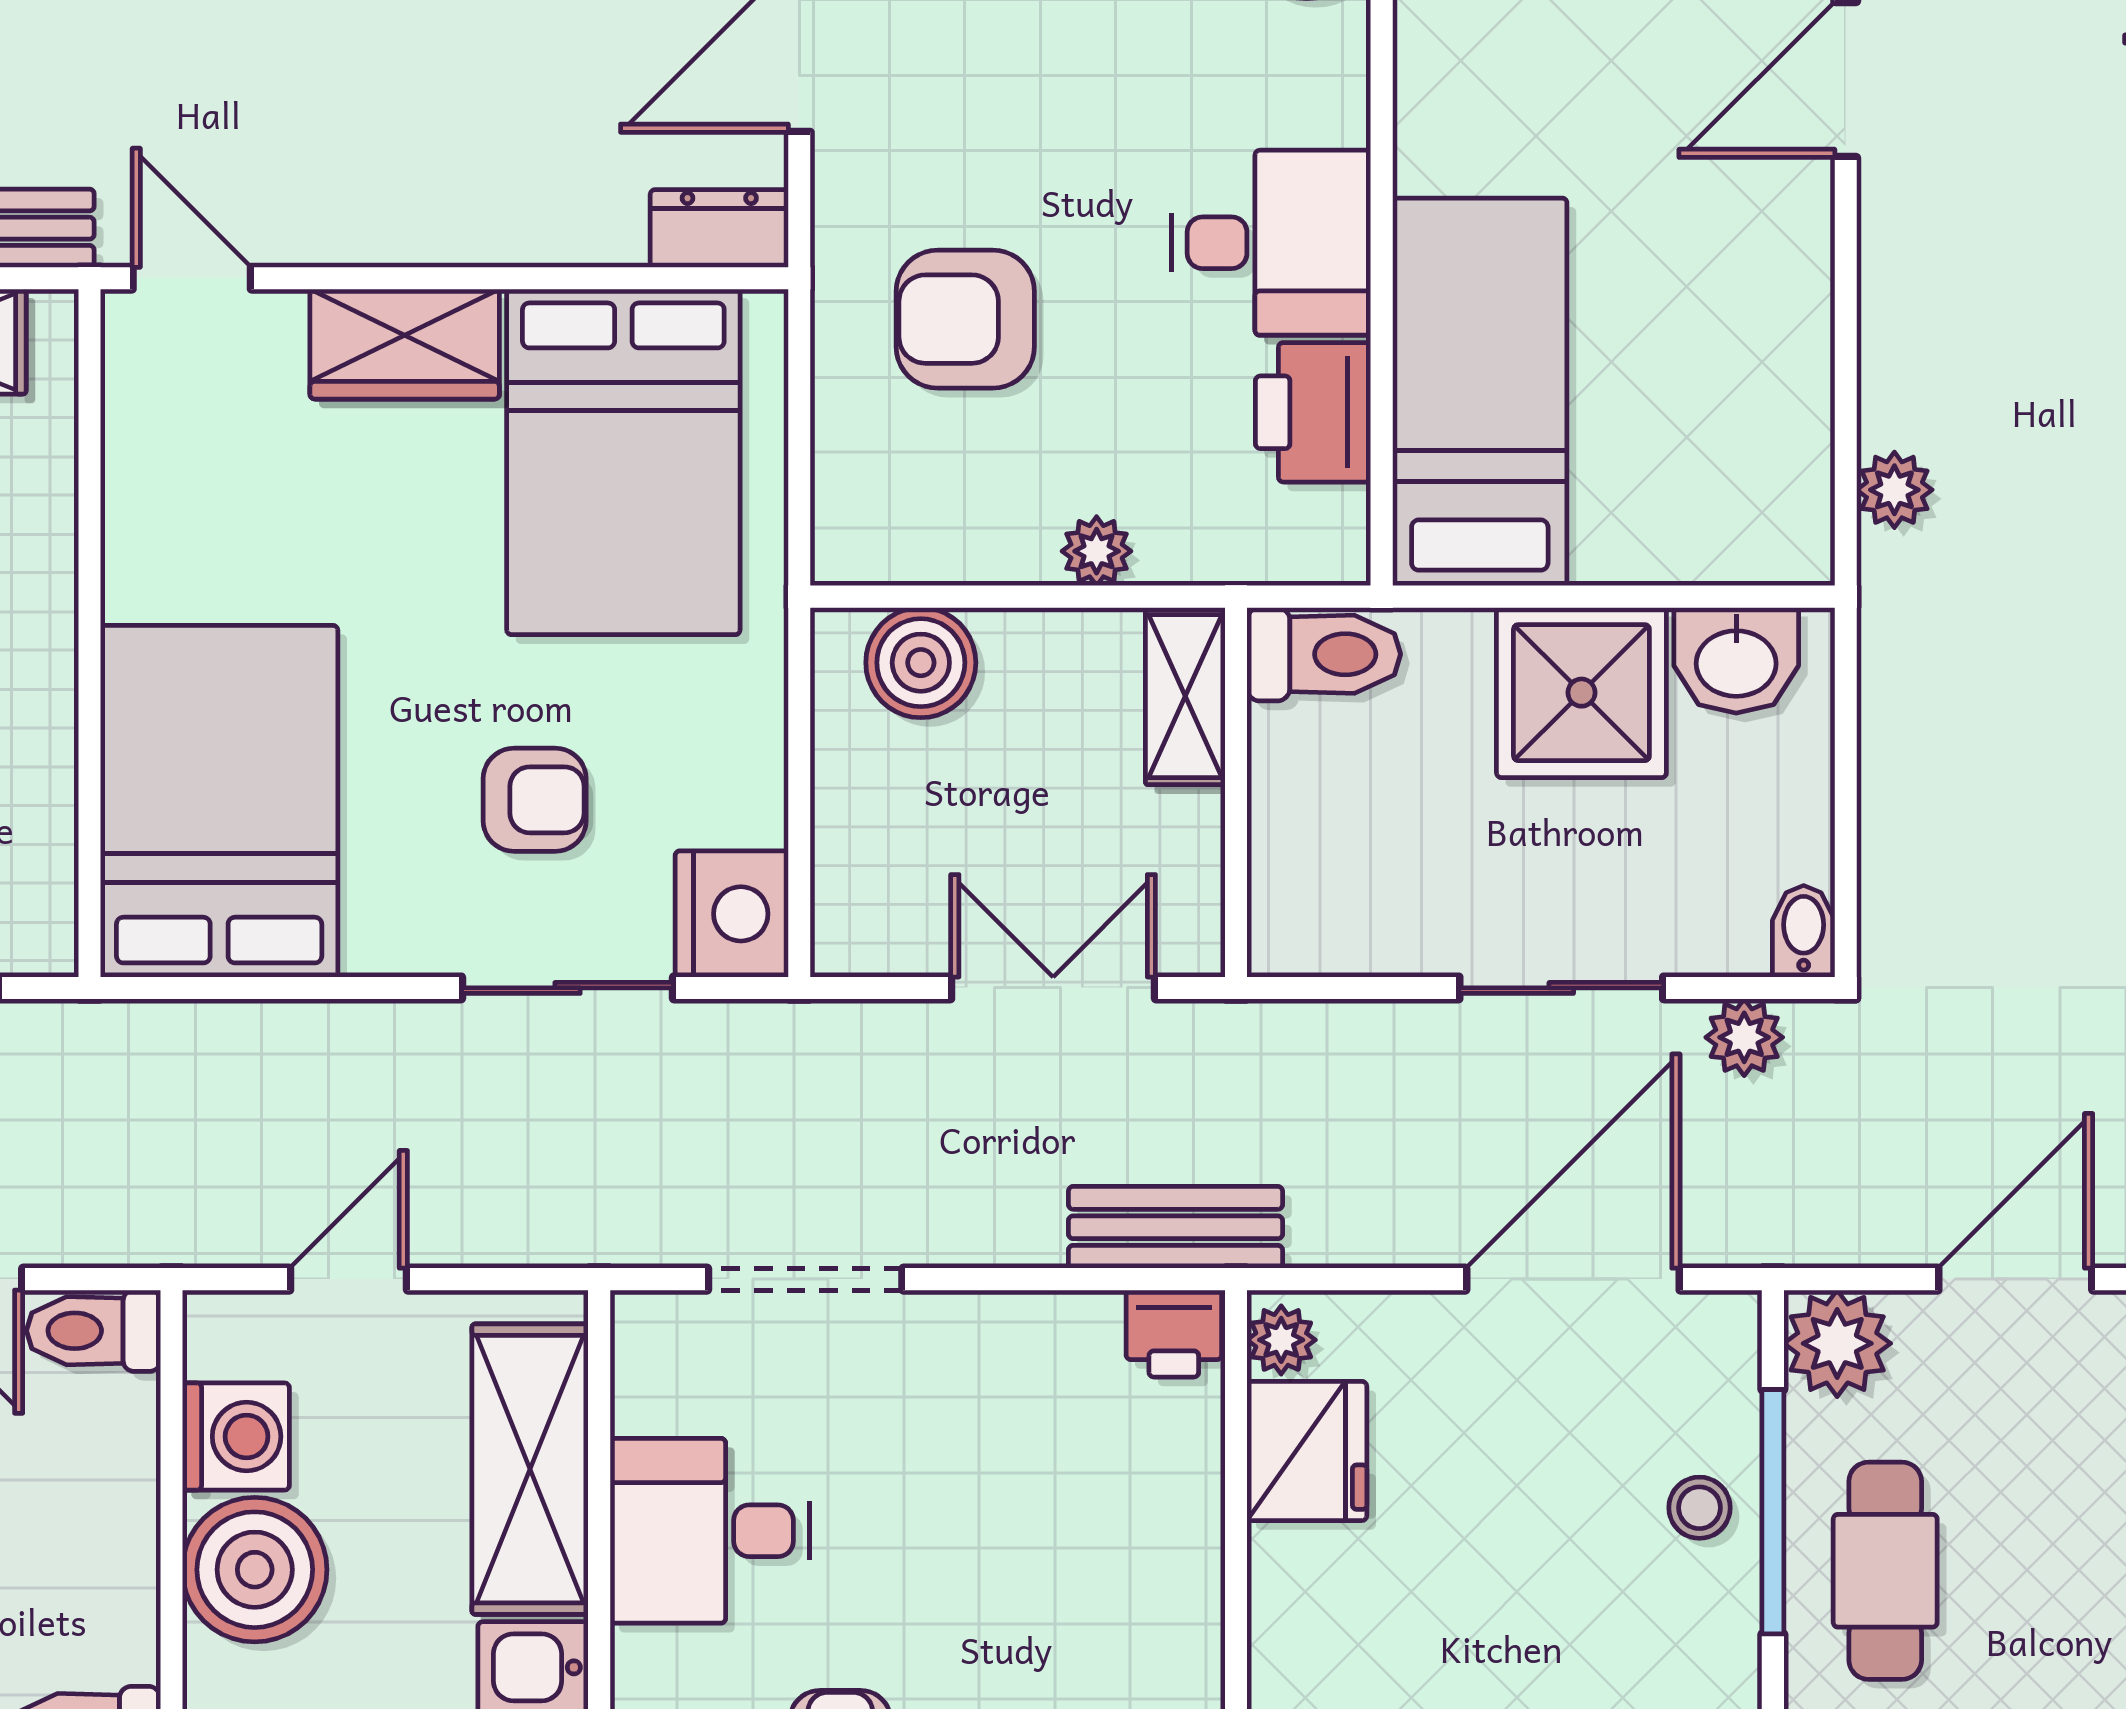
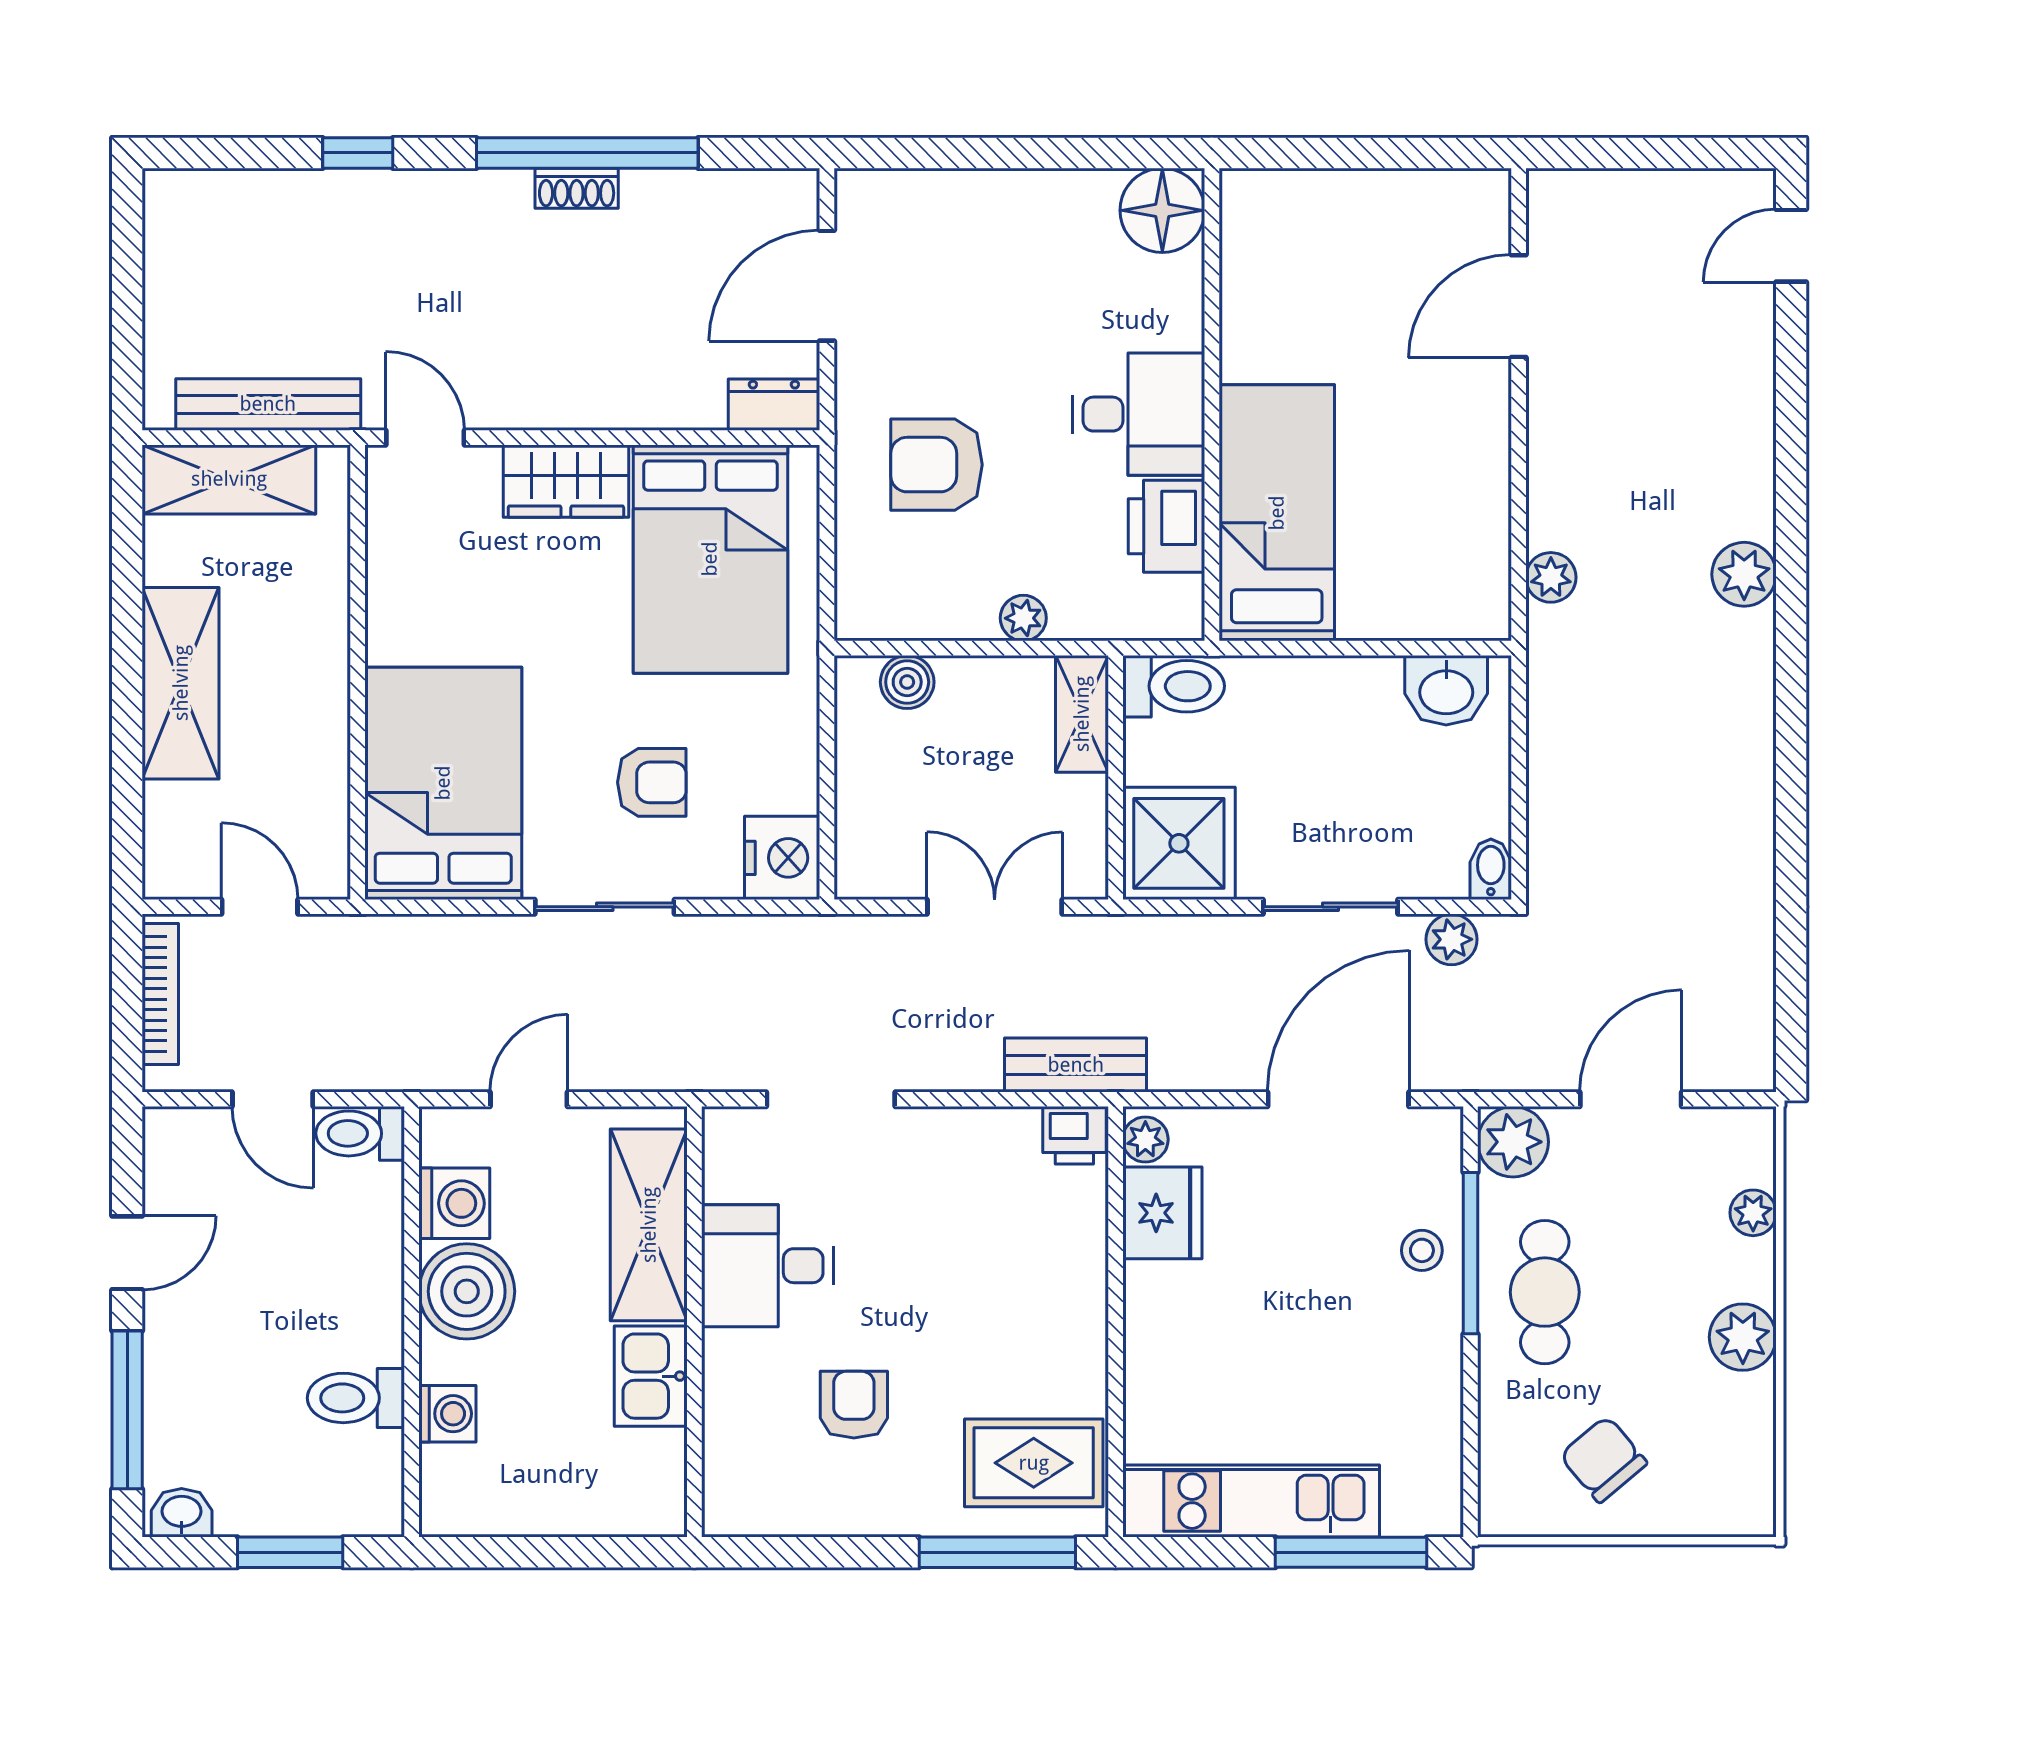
boiler: (921, 663) -> (907, 682), width x0.73, depth x0.73
shower: (1581, 693) -> (1179, 843), moved
sliding door: (567, 988) -> (605, 907), moved

